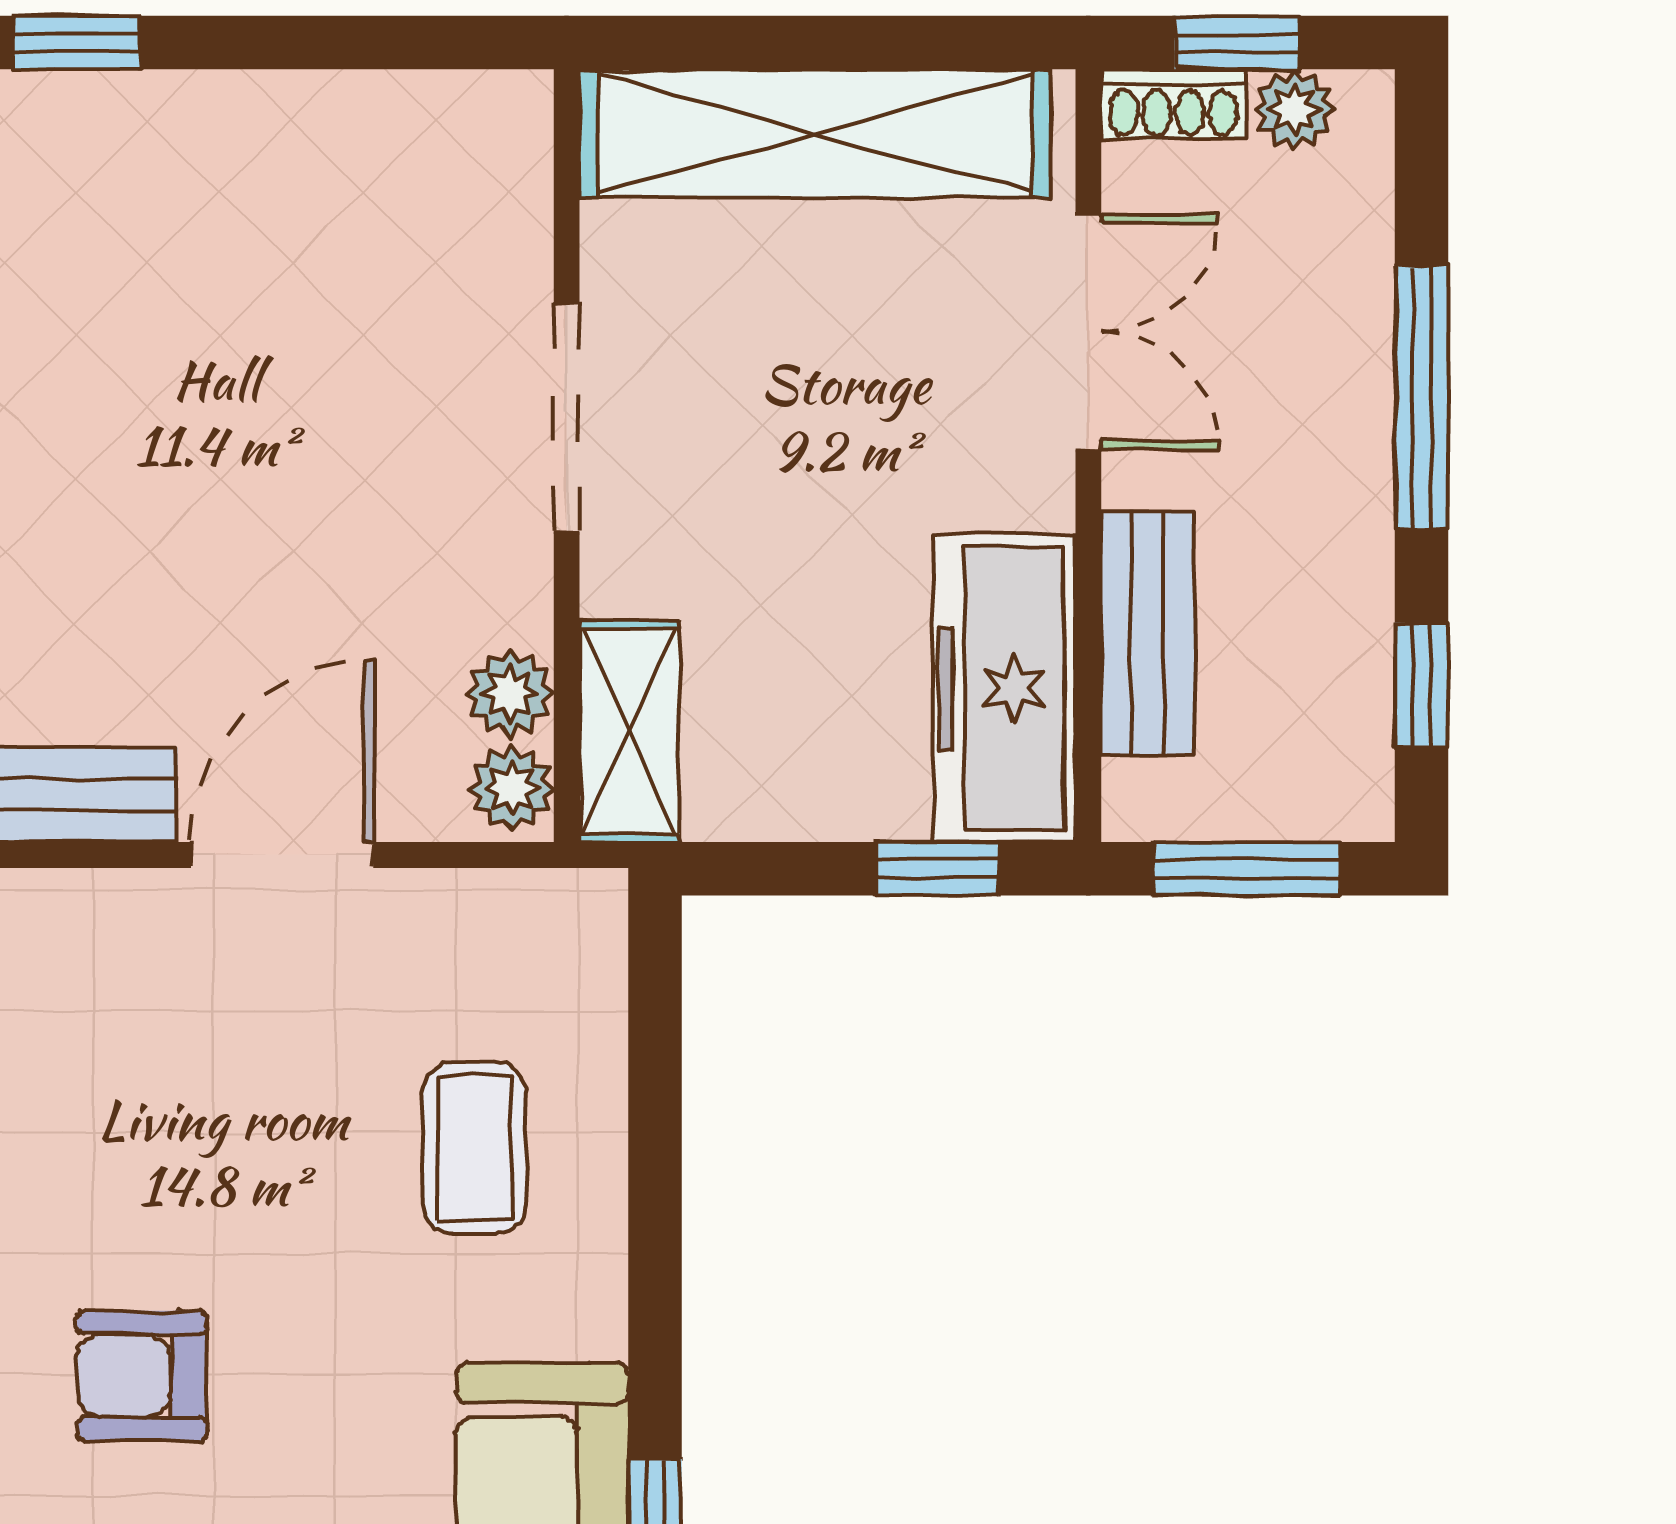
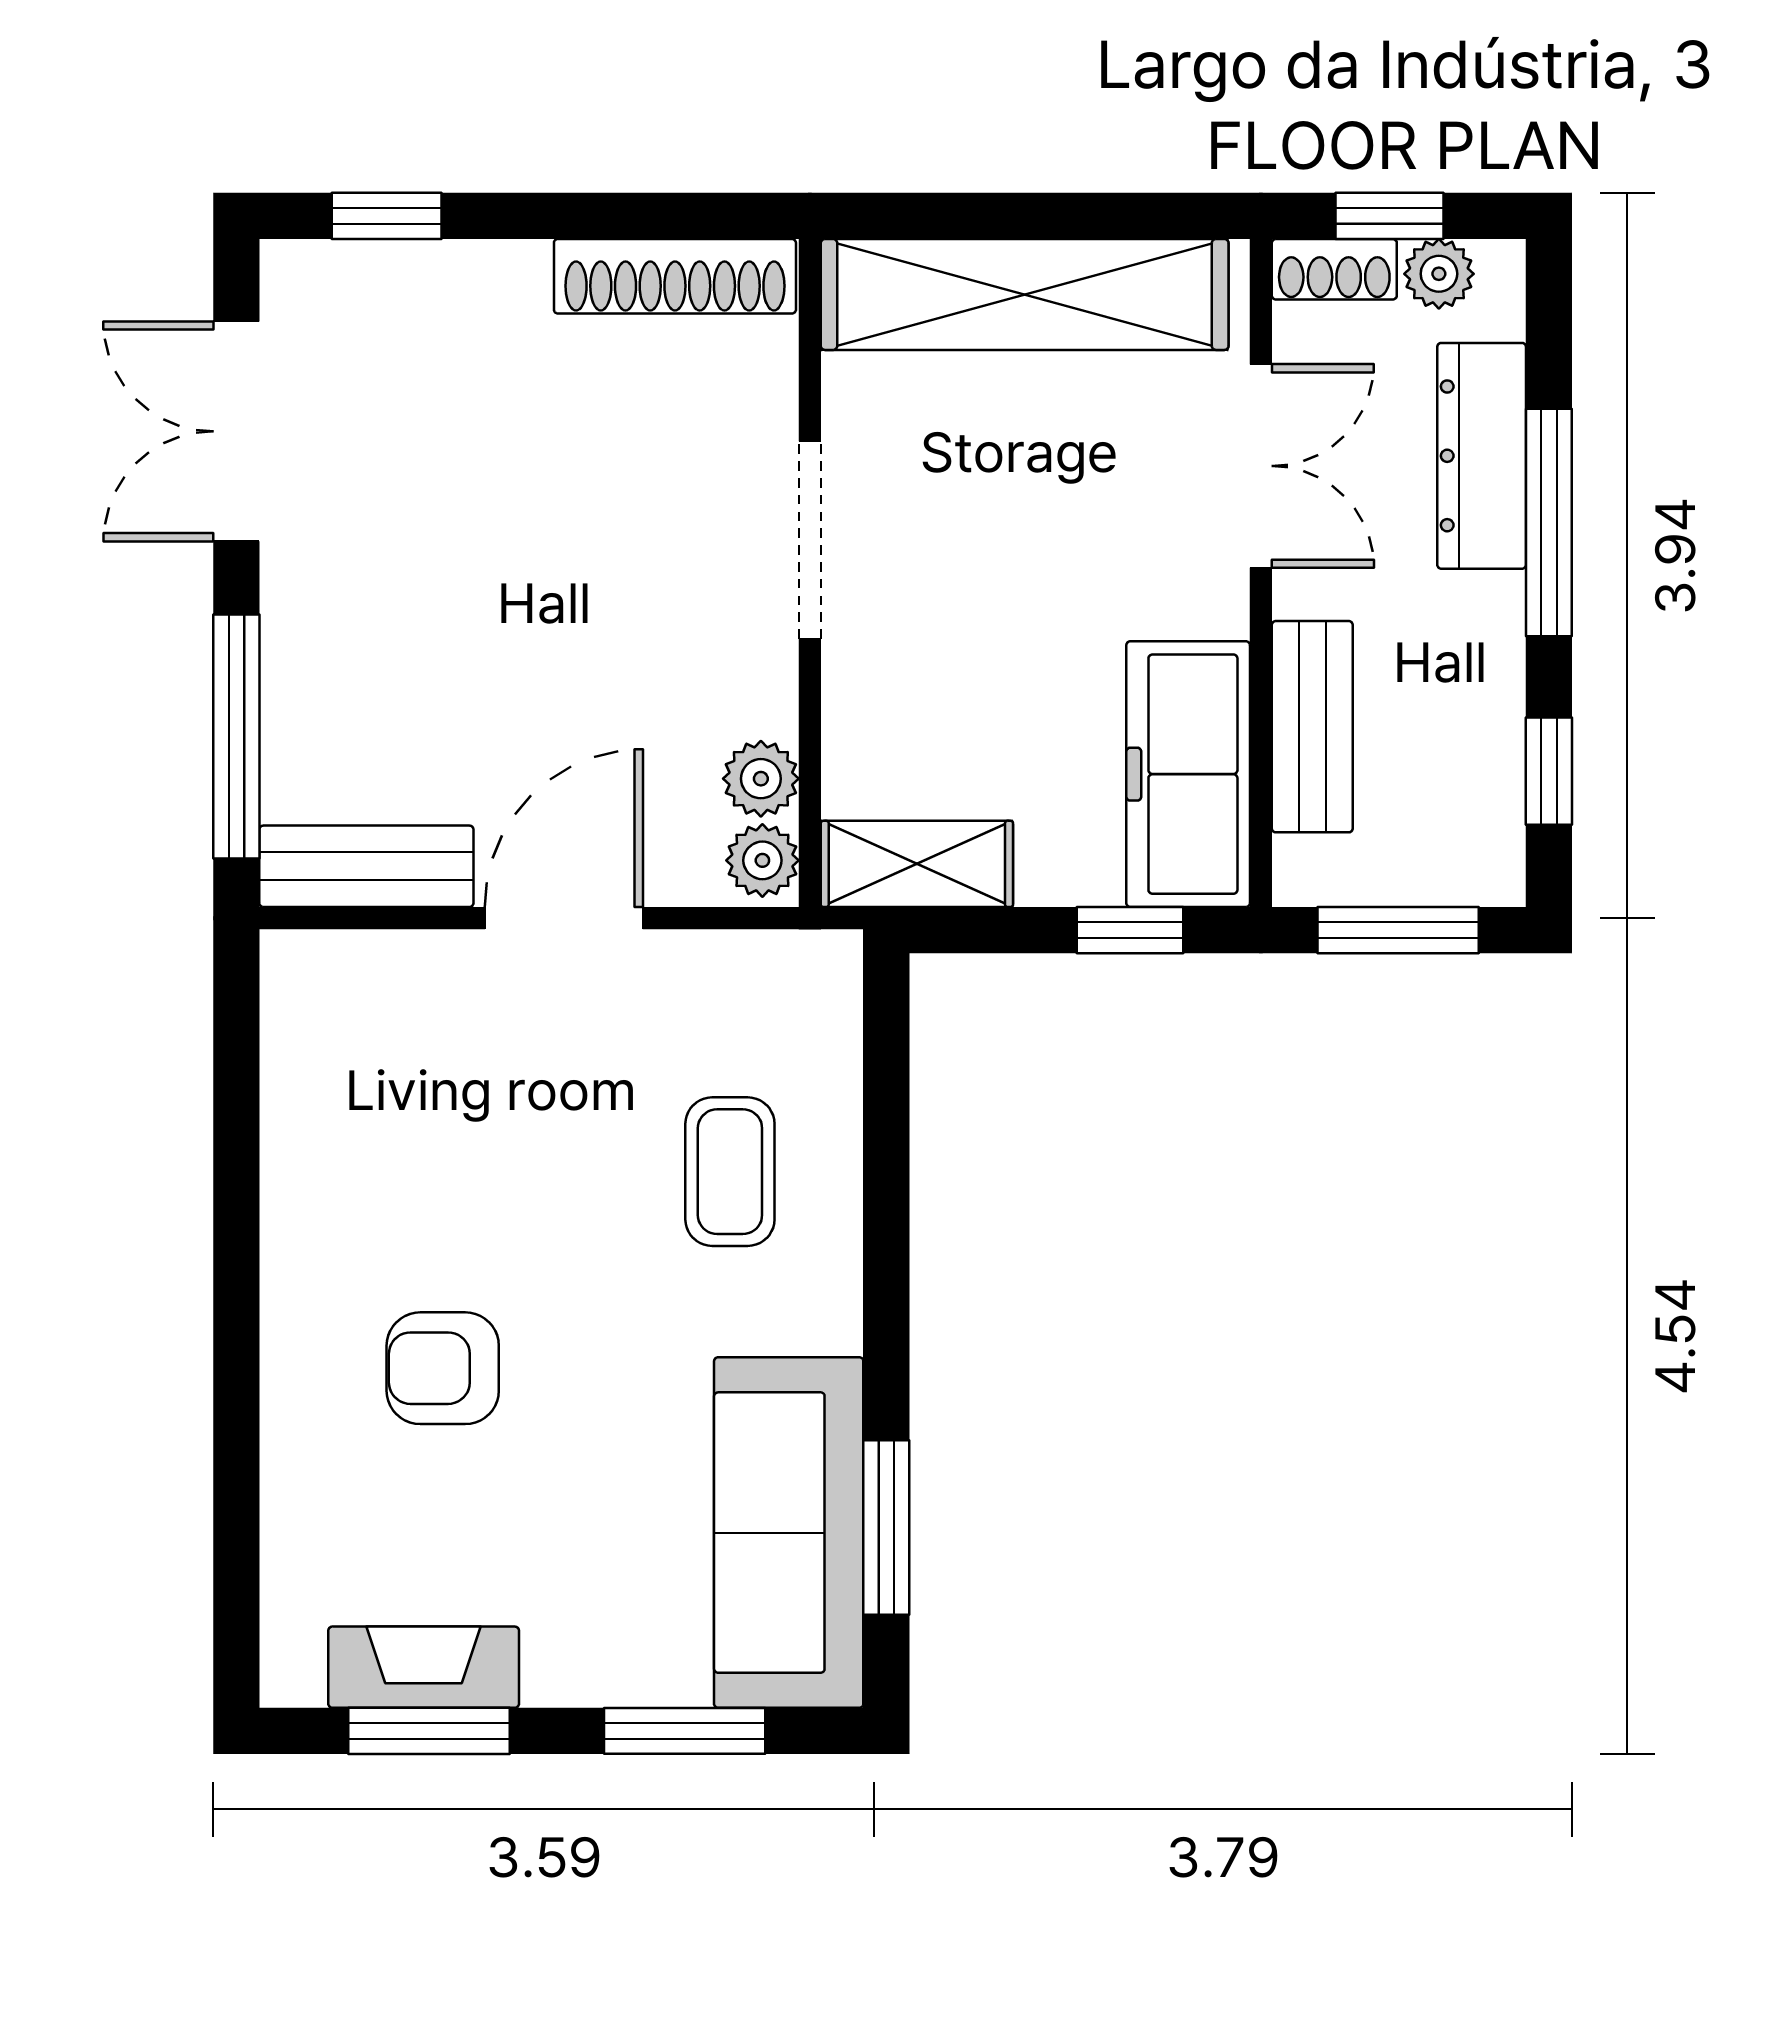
shoe rack: (411, 112) -> (675, 276), added
dresser: (1344, 320) -> (1482, 456), added
shelving: (629, 731) -> (917, 864), moved, turned 90

